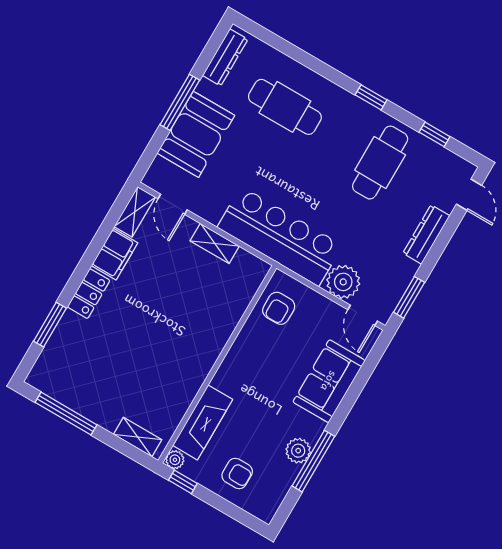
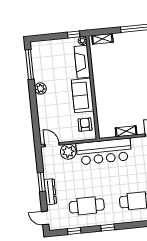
cafe table: (380, 163) -> (87, 206), turned 90
window: (409, 297) -> (41, 182), moved
sofa: (329, 381) -> (83, 95), moved, turned 180
plant: (298, 451) -> (40, 88), moved
window: (313, 461) -> (30, 64), moved
armchair: (237, 473) -> (56, 52), removed

